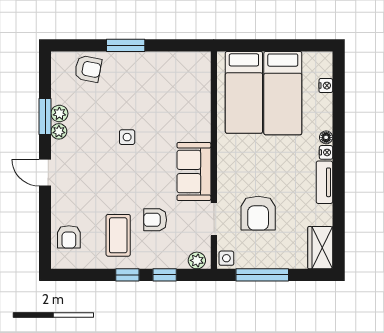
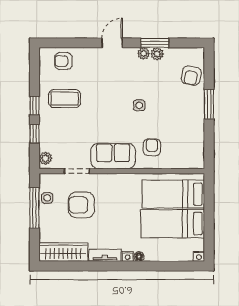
nightstand: (326, 86) -> (199, 256), moved
armchair: (155, 220) -> (152, 147), moved
wardrobe: (320, 248) -> (63, 252), width x1.50
side table: (226, 258) -> (47, 198), moved

